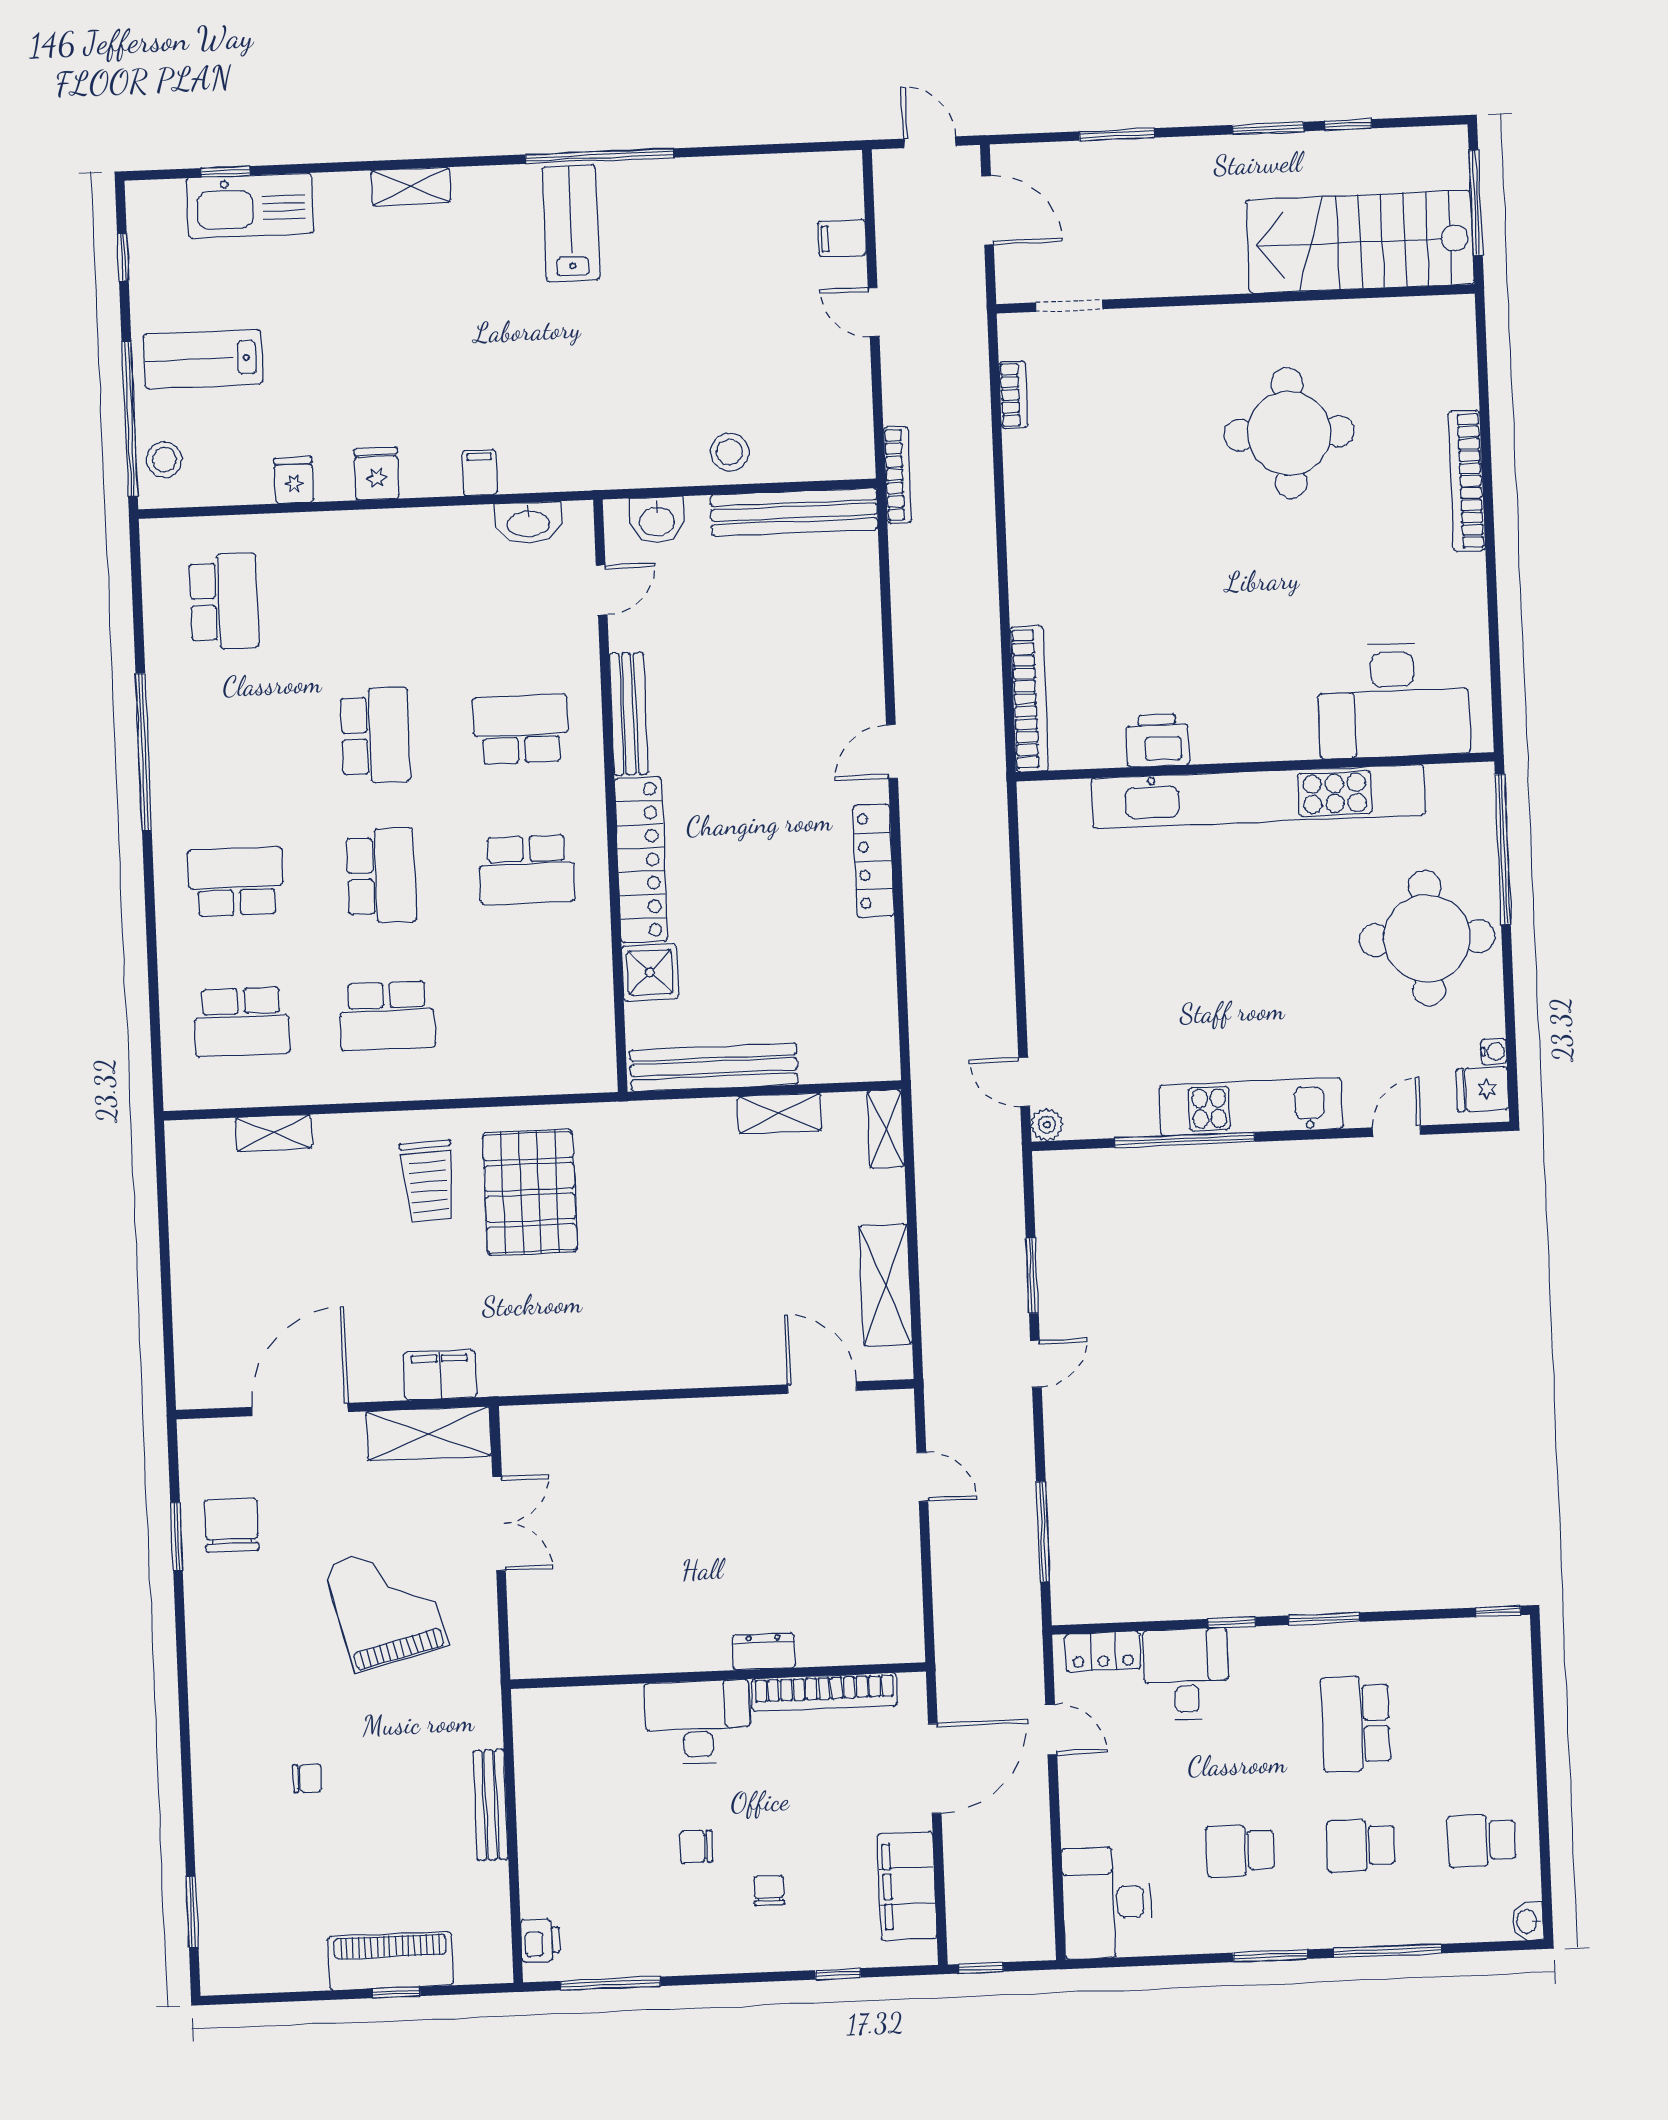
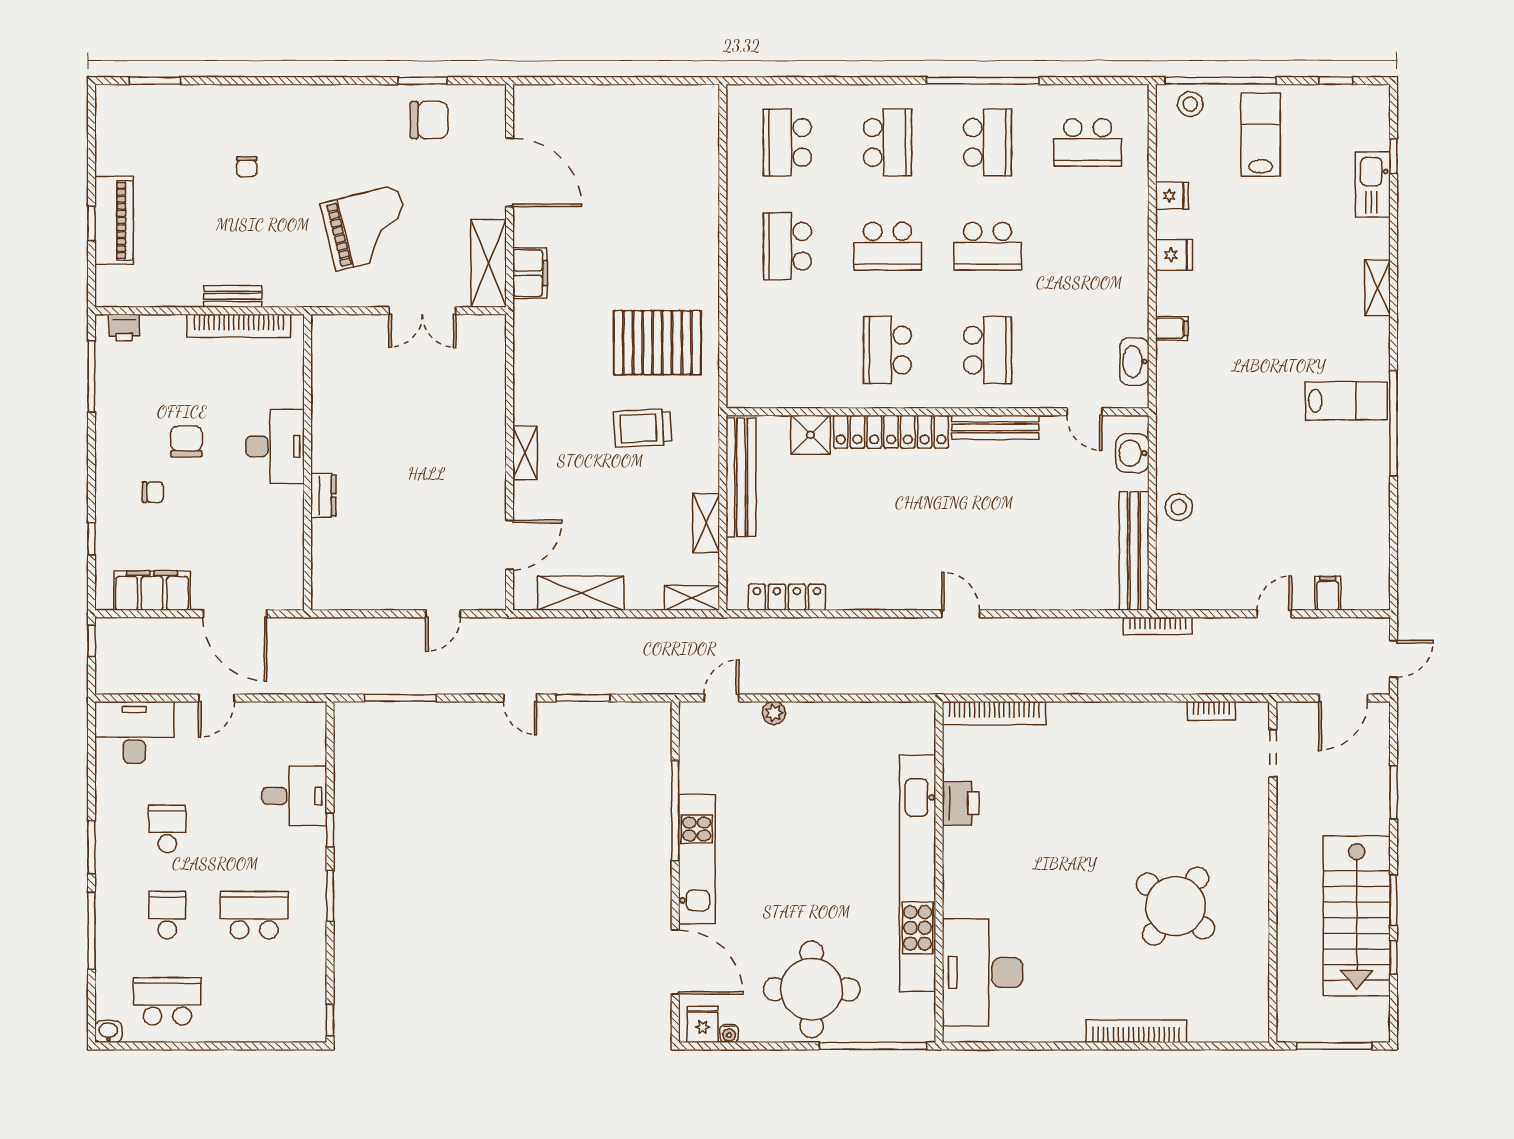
kitchen sink: (250, 206) -> (1373, 185), width x0.73, depth x0.81
stairs: (1360, 242) -> (1357, 916), moved, turned 180
round table: (1289, 433) -> (1175, 906), turned 38
school desk: (230, 741) -> (988, 142), added
locker: (873, 861) -> (787, 597), moved
plant: (1047, 1125) -> (774, 713), moved
door: (1397, 1131) -> (675, 962), width x1.87
shelving: (274, 1133) -> (525, 453), moved
trolley: (428, 1181) -> (642, 428), moved
locker: (1103, 1652) -> (313, 737), removed
bookcase: (824, 1692) -> (239, 326), moved, turned -90
door: (1051, 1730) -> (216, 698), moved
bench: (491, 1805) -> (233, 296), width x0.73
school desk: (1482, 1840) -> (167, 1001), width x1.85
chair: (696, 1847) -> (186, 441), width x1.37, depth x1.37

